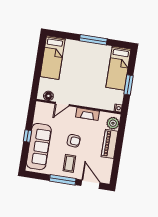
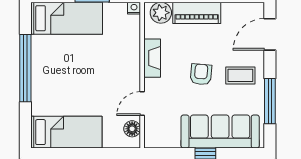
window: (93, 40) -> (25, 68), width x1.46
door: (62, 104) -> (142, 104), swing flipped
window: (63, 180) -> (270, 101), moved

